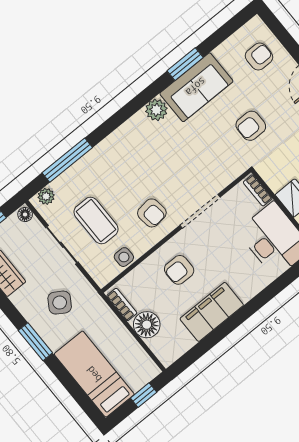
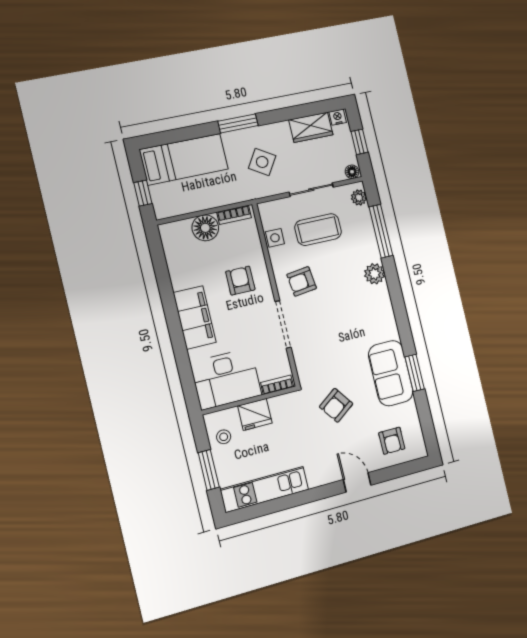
plant: (156, 110) -> (375, 274), moved
armchair: (251, 126) -> (336, 405), turned -126
filing cabinet: (212, 312) -> (195, 317), moved

